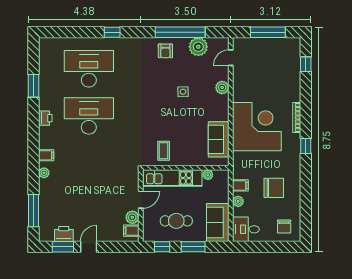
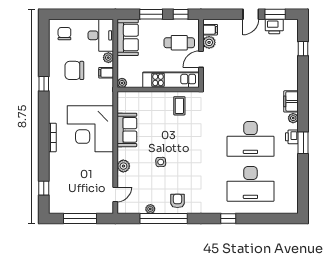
plant: (198, 47) -> (150, 209), width x0.53, depth x0.53
window: (34, 86) -> (303, 143), moved
sofa: (219, 139) -> (127, 130), moved
window: (306, 146) -> (44, 84), moved
filing cabinet: (46, 155) -> (291, 101), width x2.00
plant: (44, 173) -> (293, 118), moved
plant: (208, 175) -> (122, 83), moved
window: (34, 211) -> (303, 49), width x0.46
cafe table: (176, 221) -> (179, 43), moved
desk: (246, 229) -> (101, 35), width x1.37

